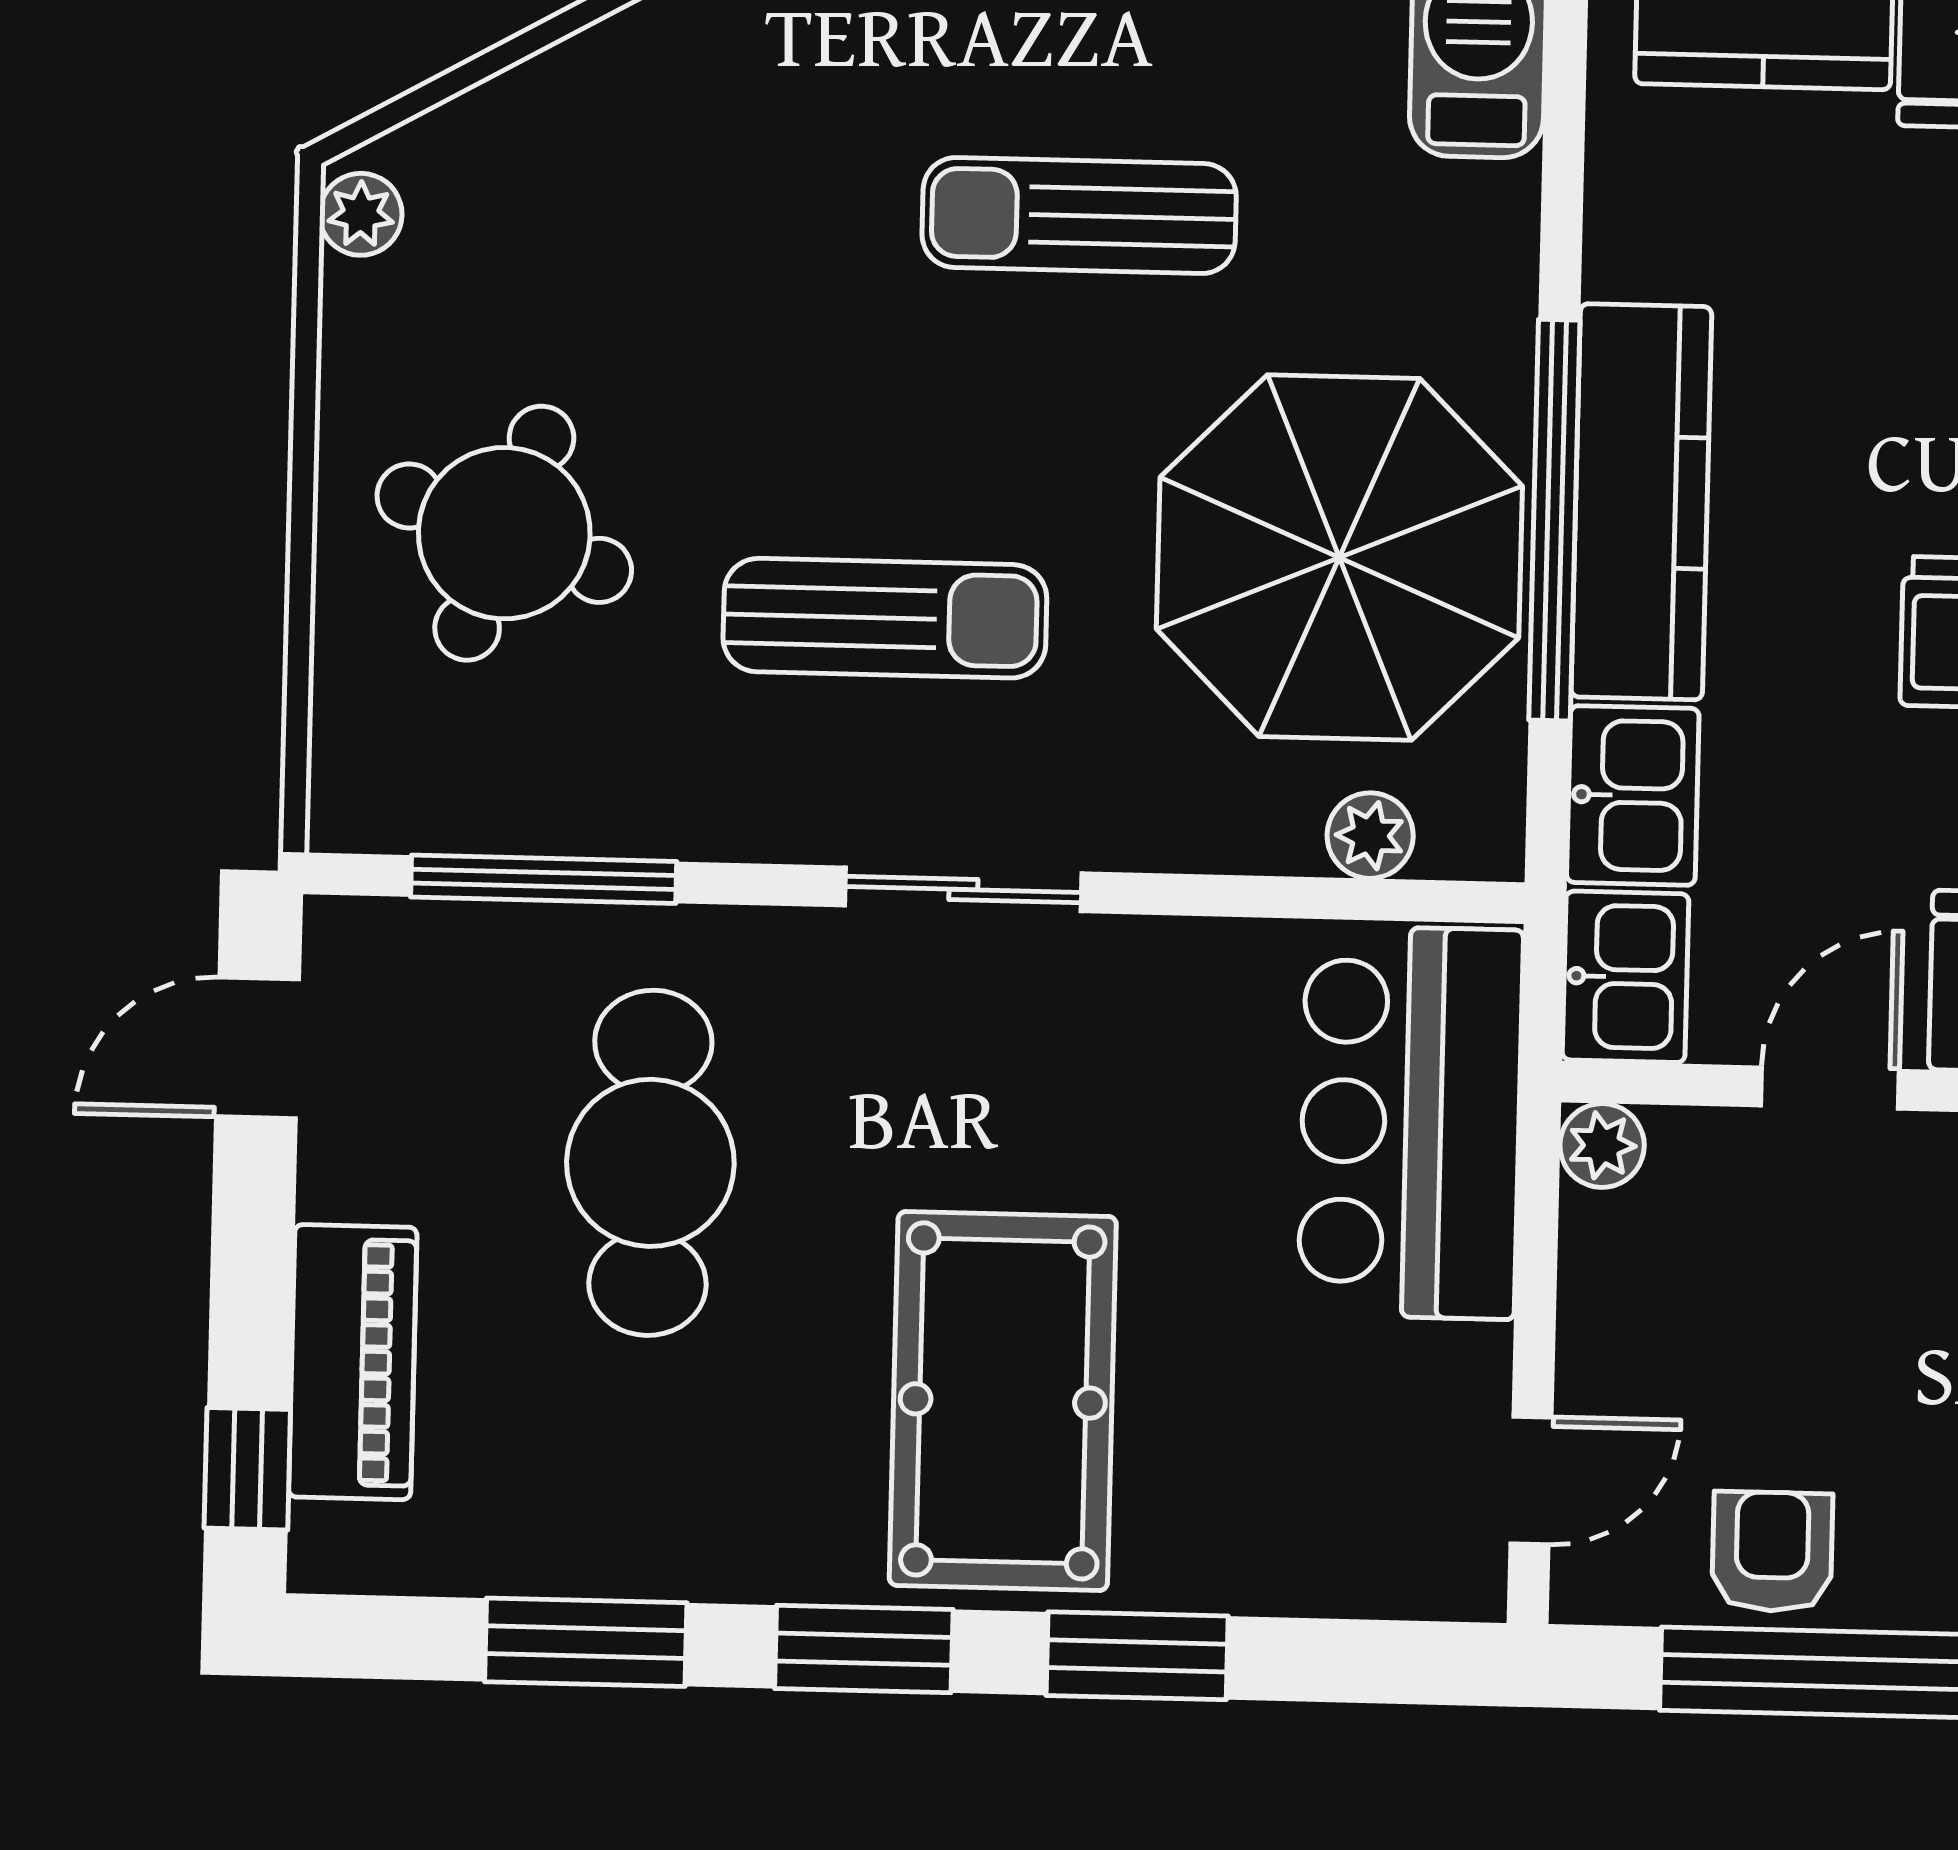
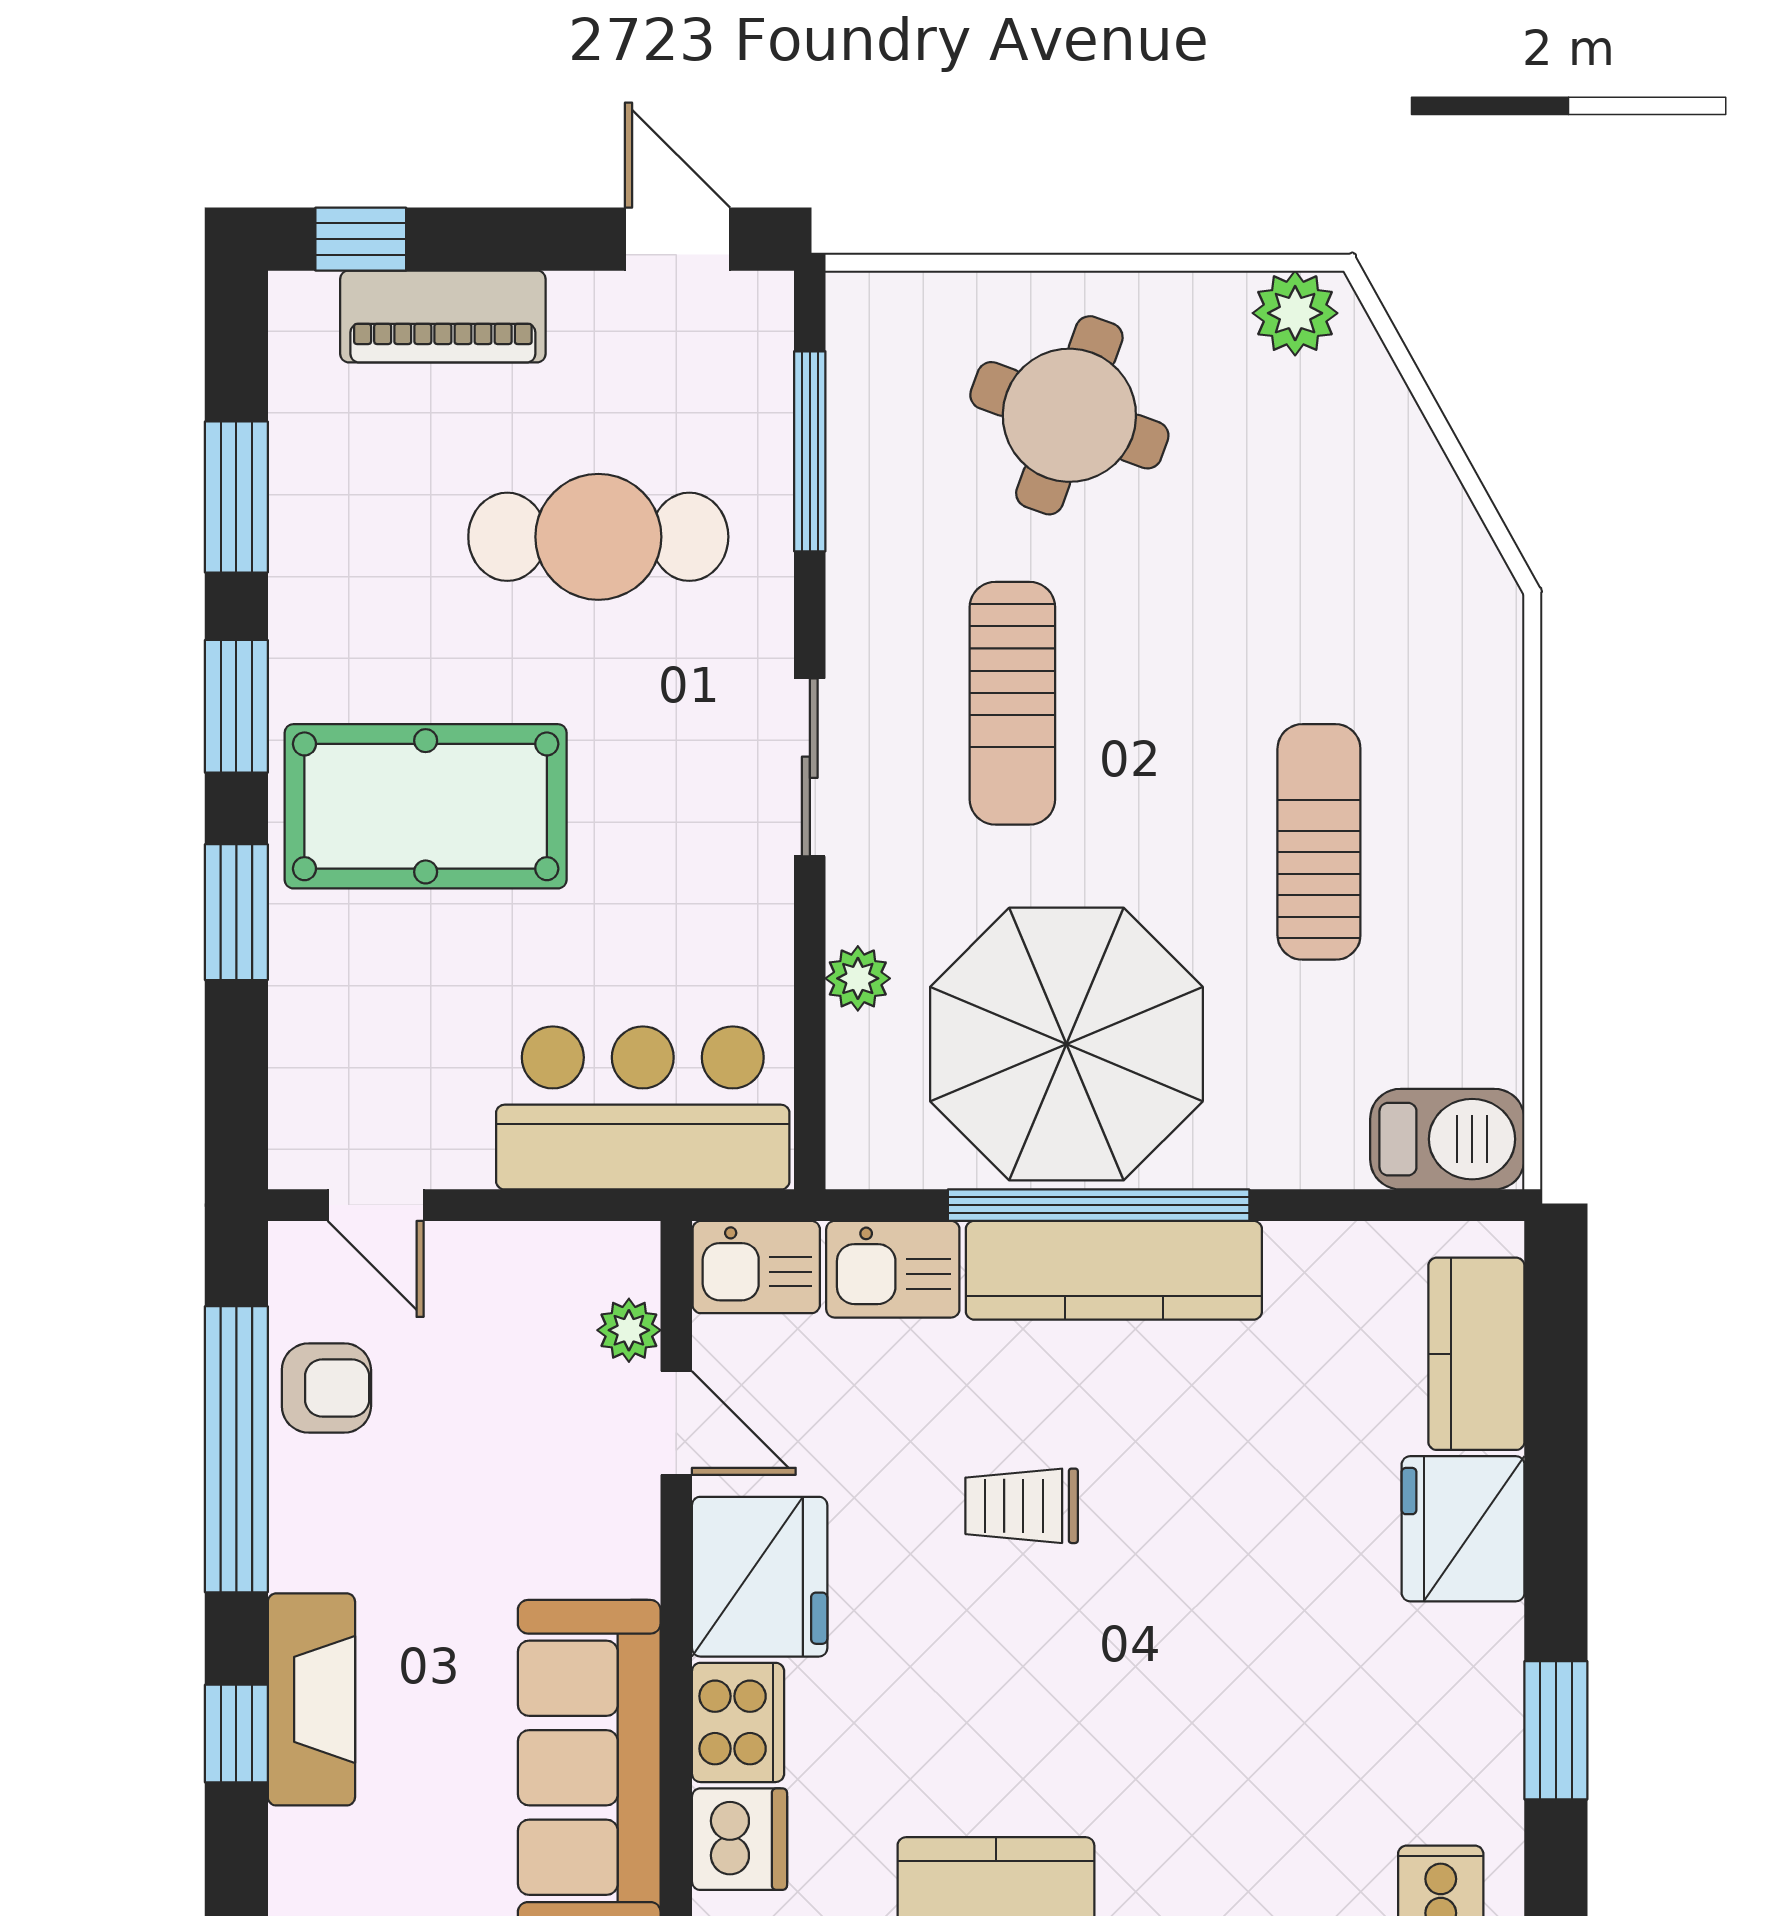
plant: (361, 214) -> (1295, 313), width x1.38, depth x1.38
plant: (1370, 836) -> (858, 978), moved
plant: (1602, 1145) -> (629, 1330), moved

